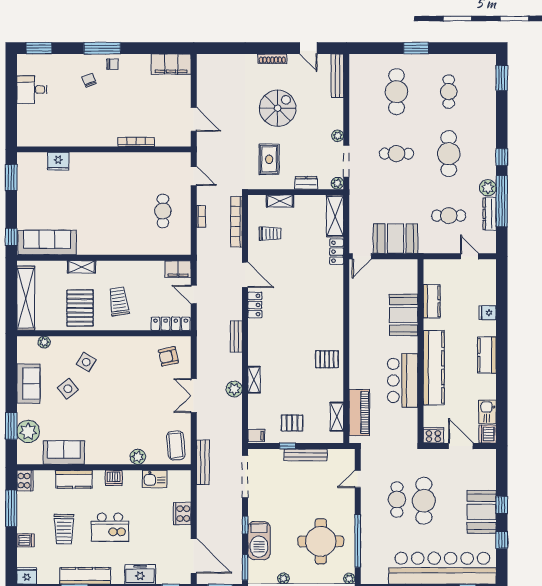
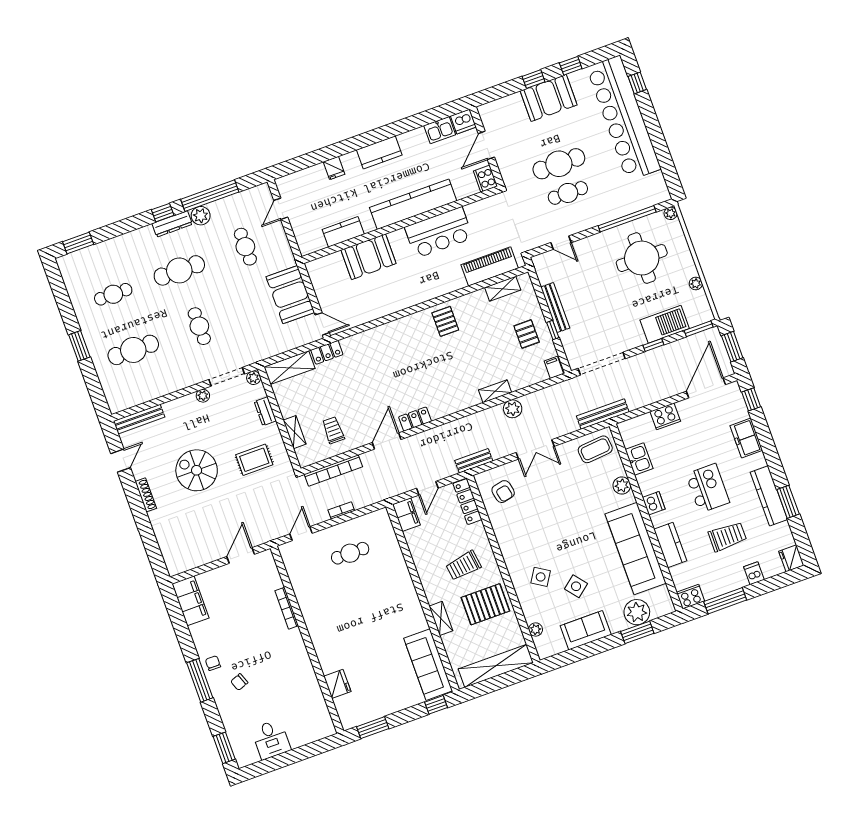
dresser: (490, 214) -> (172, 224), moved
bench: (236, 336) -> (474, 461), moved
sofa: (64, 453) -> (636, 549), width x1.85, depth x1.27

